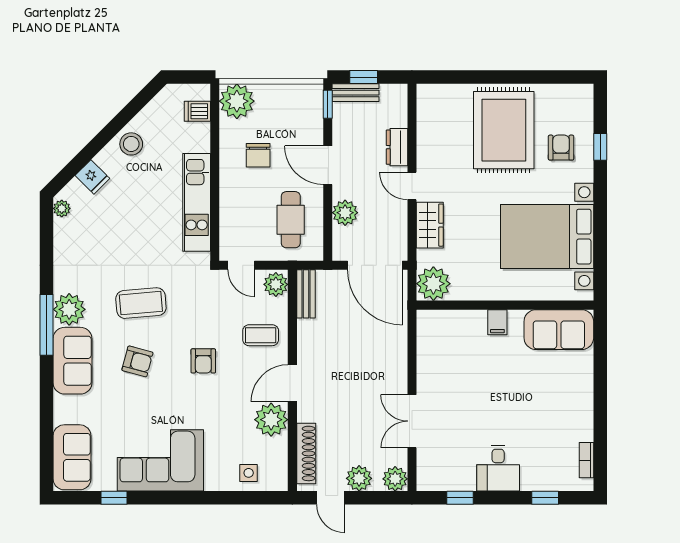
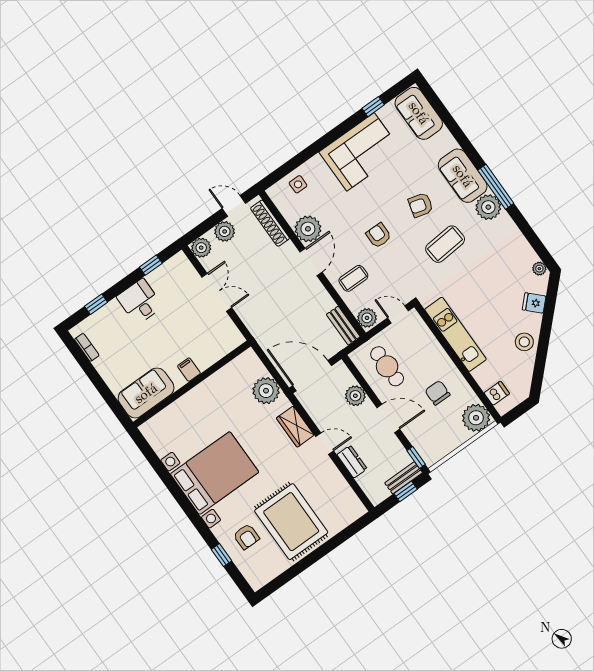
wall: (505, 305) -> (192, 384), moved
filing cabinet: (497, 322) -> (189, 370), moved
sofa: (559, 330) -> (146, 393), moved

